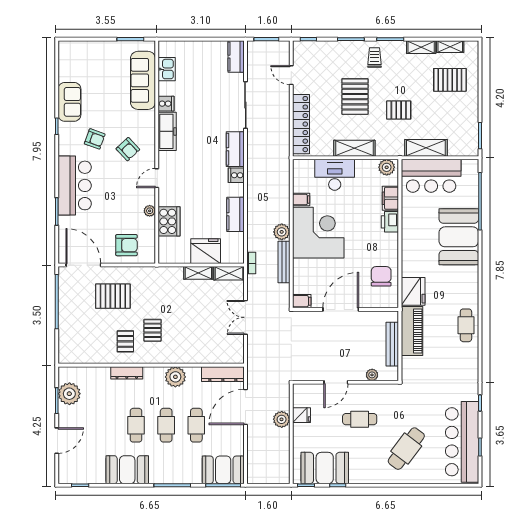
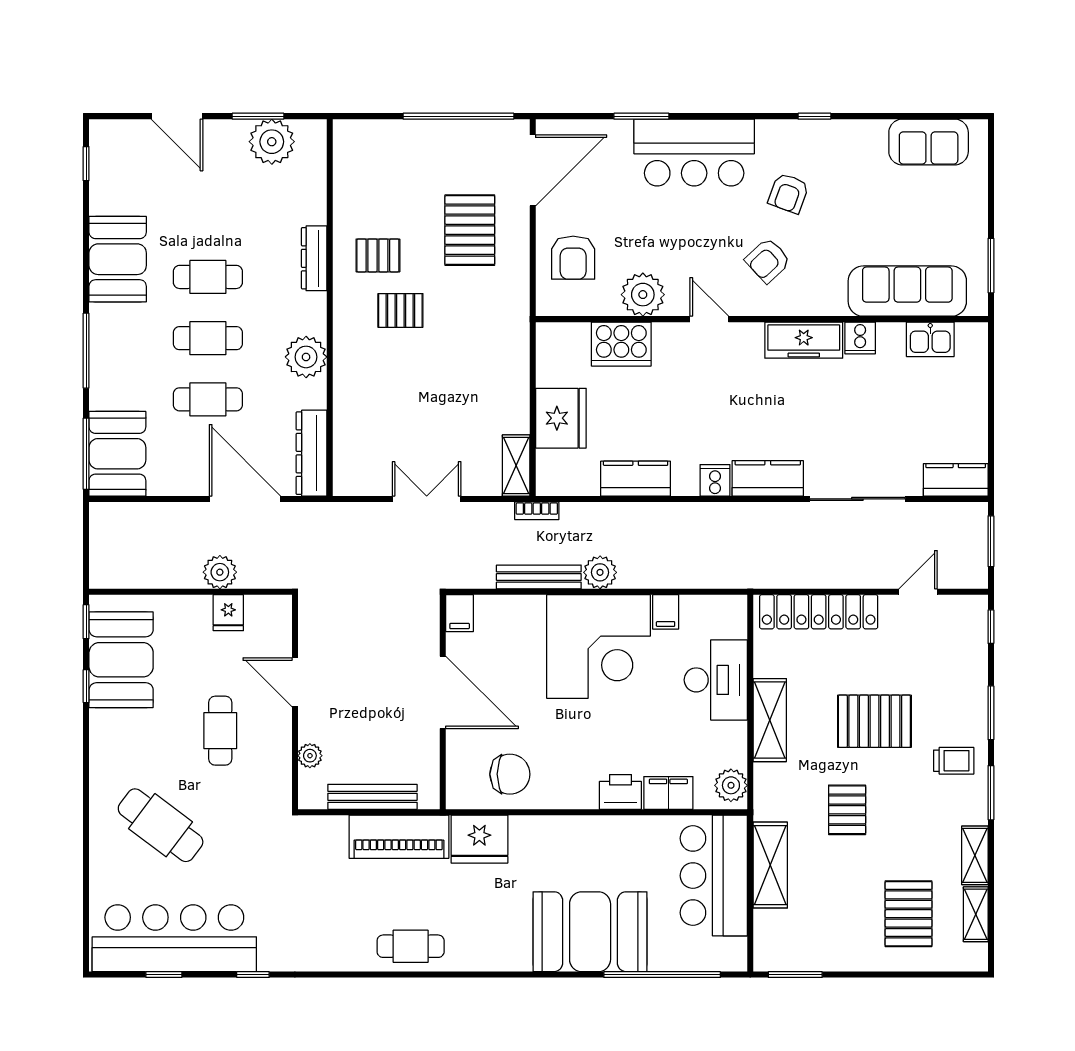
sofa: (69, 102) -> (929, 142), moved
plant: (150, 211) -> (643, 295), width x1.87, depth x1.87
shelving: (198, 273) -> (517, 403), removed

